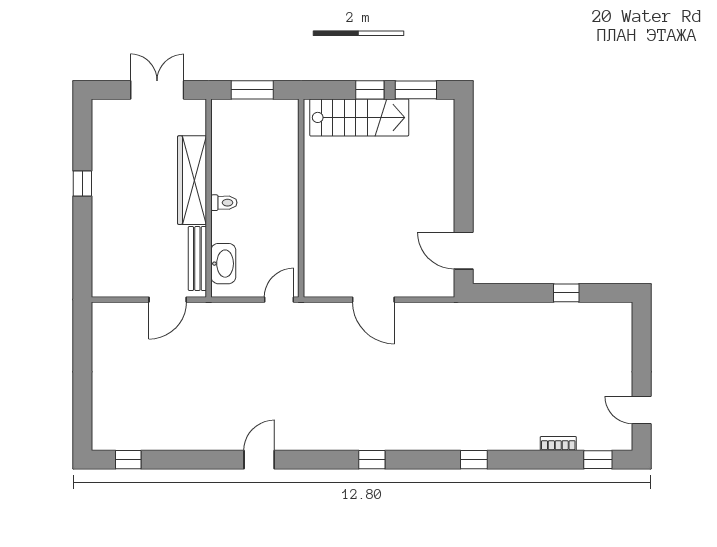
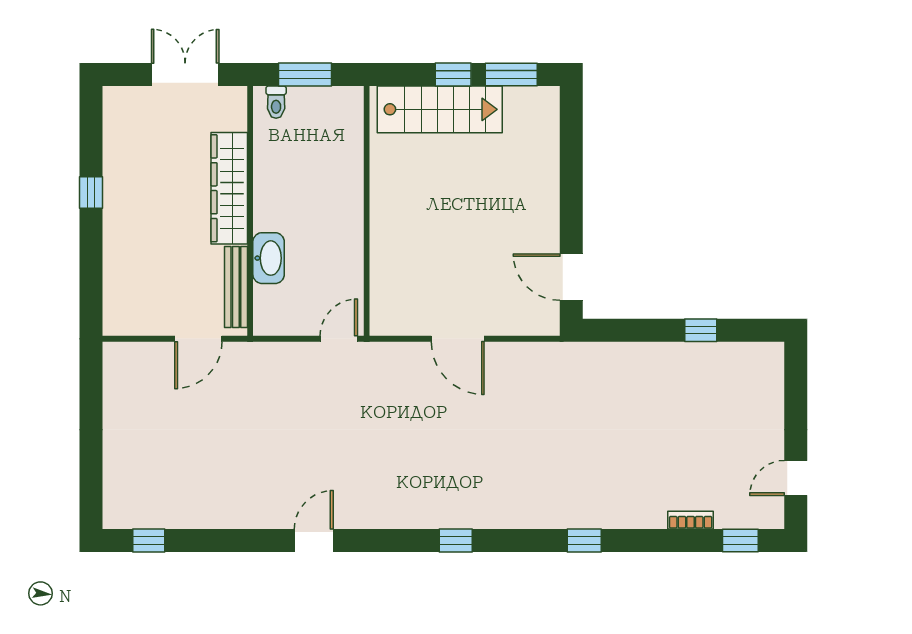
toilet: (224, 203) -> (276, 102), moved, turned 90
washbasin: (223, 264) -> (269, 258), moved
door: (642, 410) -> (796, 478), hinge flipped

